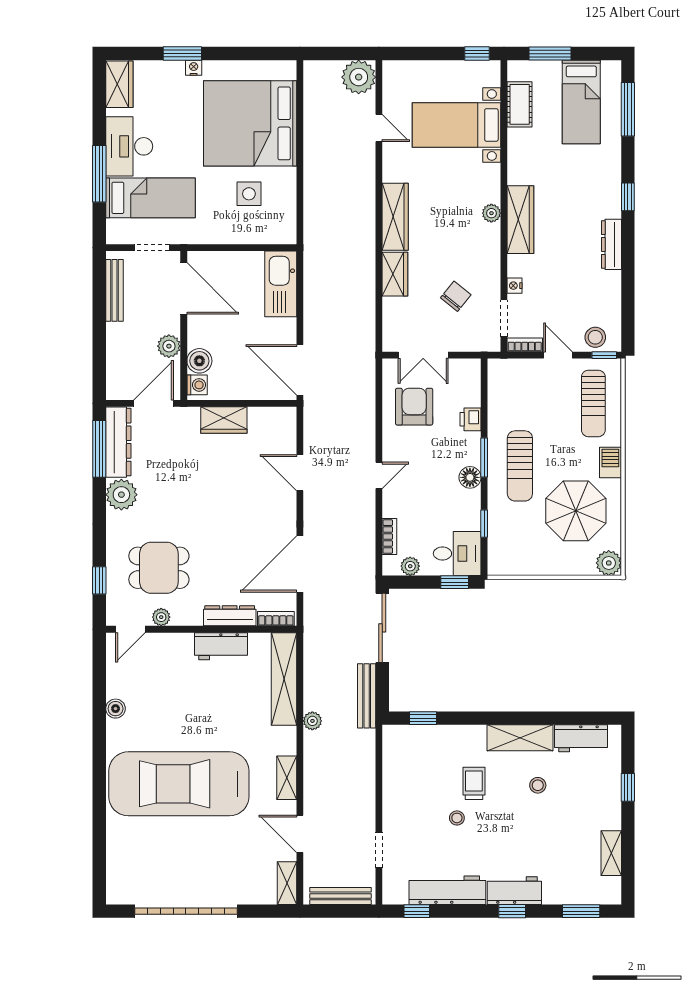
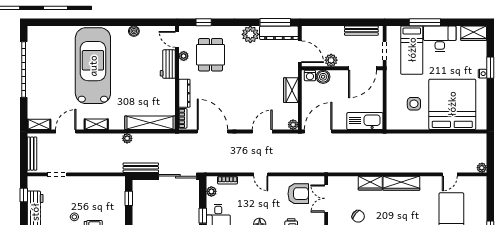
plant: (359, 77) -> (482, 168), width x0.53, depth x0.53
plant: (287, 416) -> (293, 125), added
workbench: (221, 646) -> (168, 64), moved

